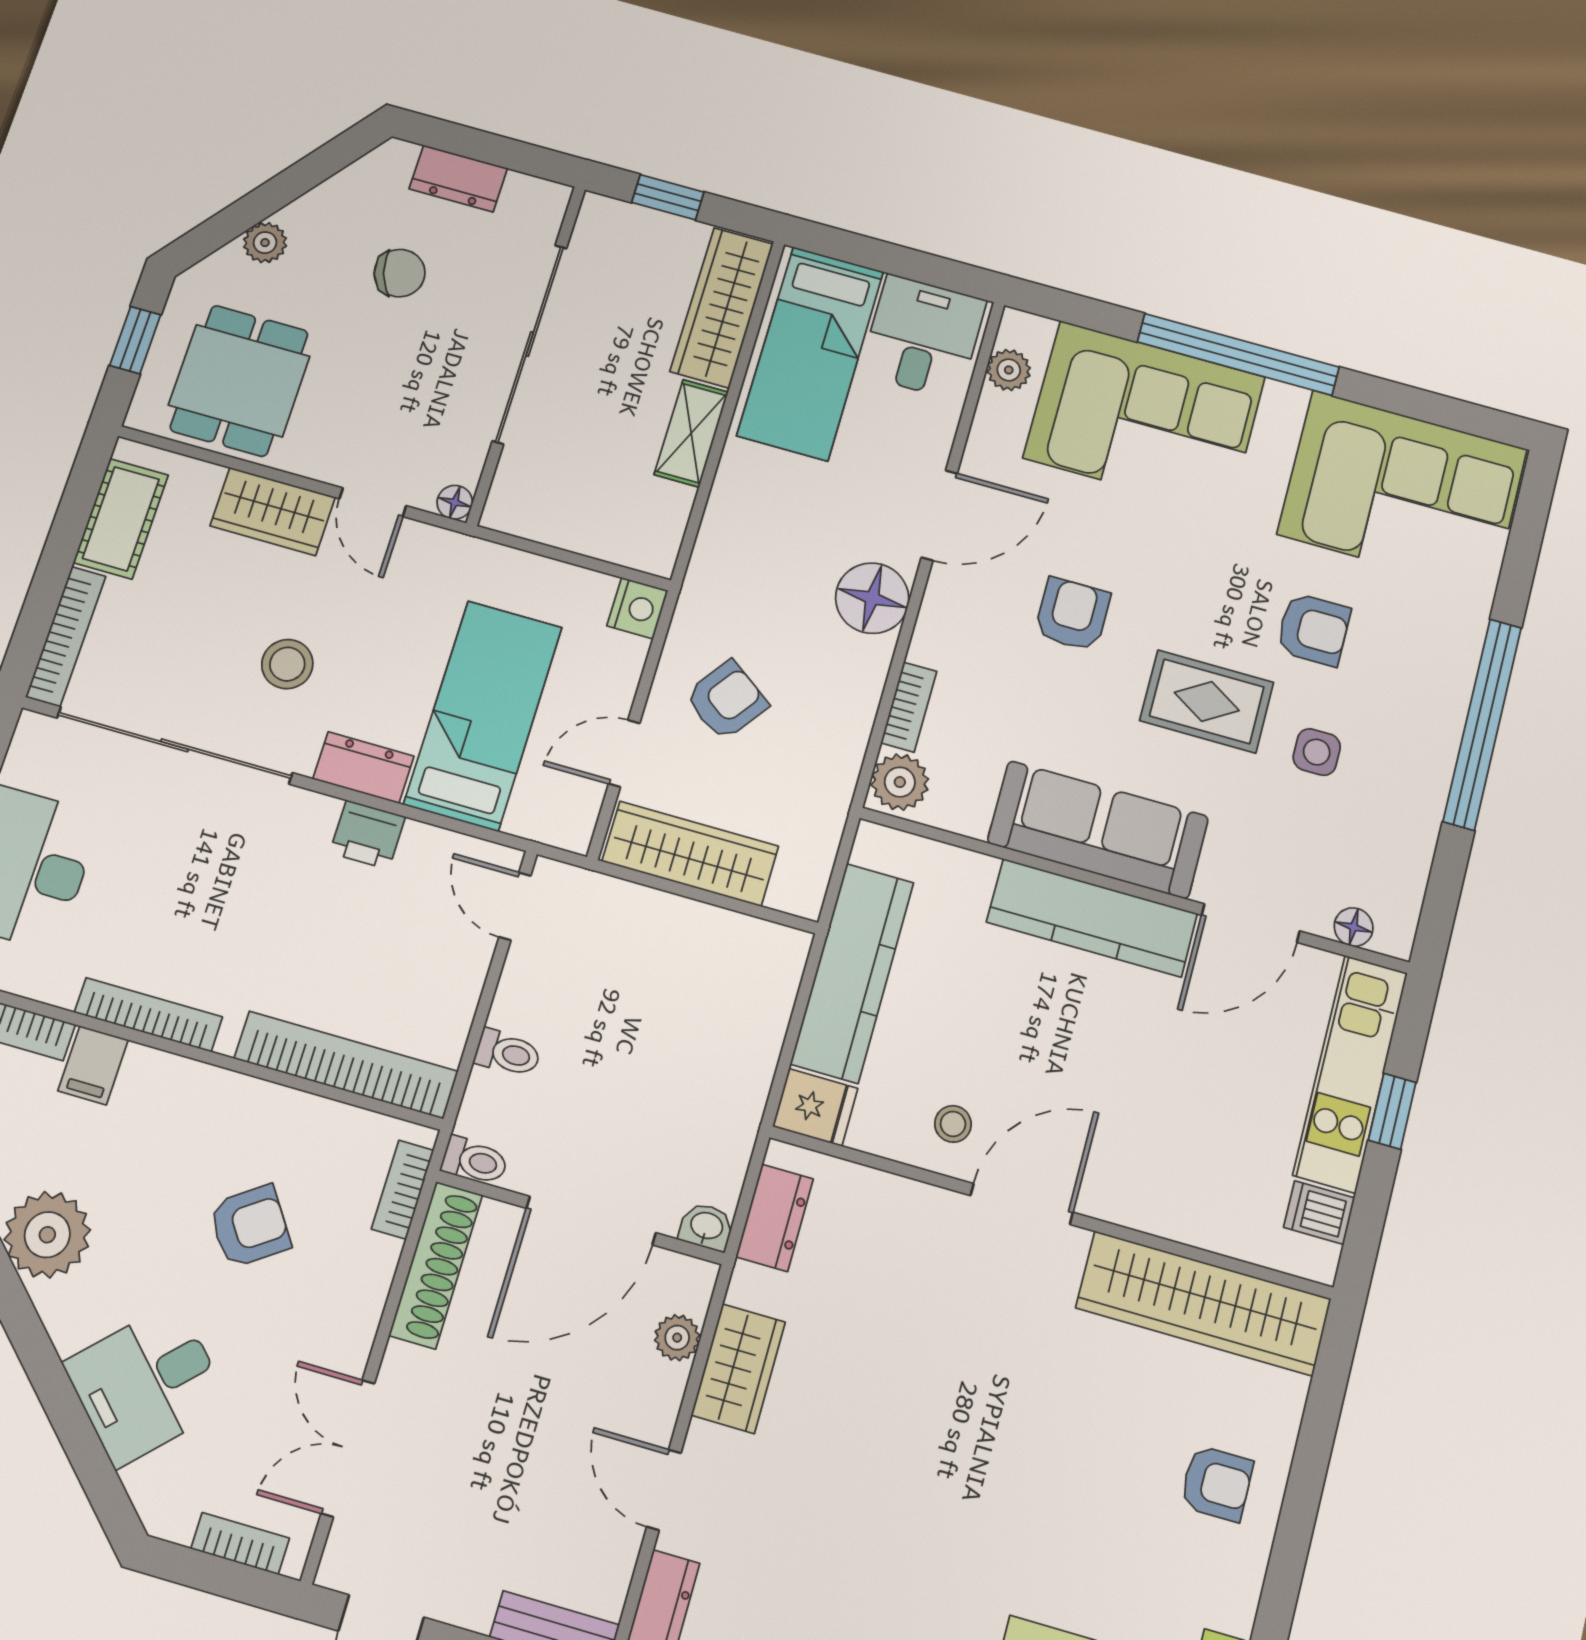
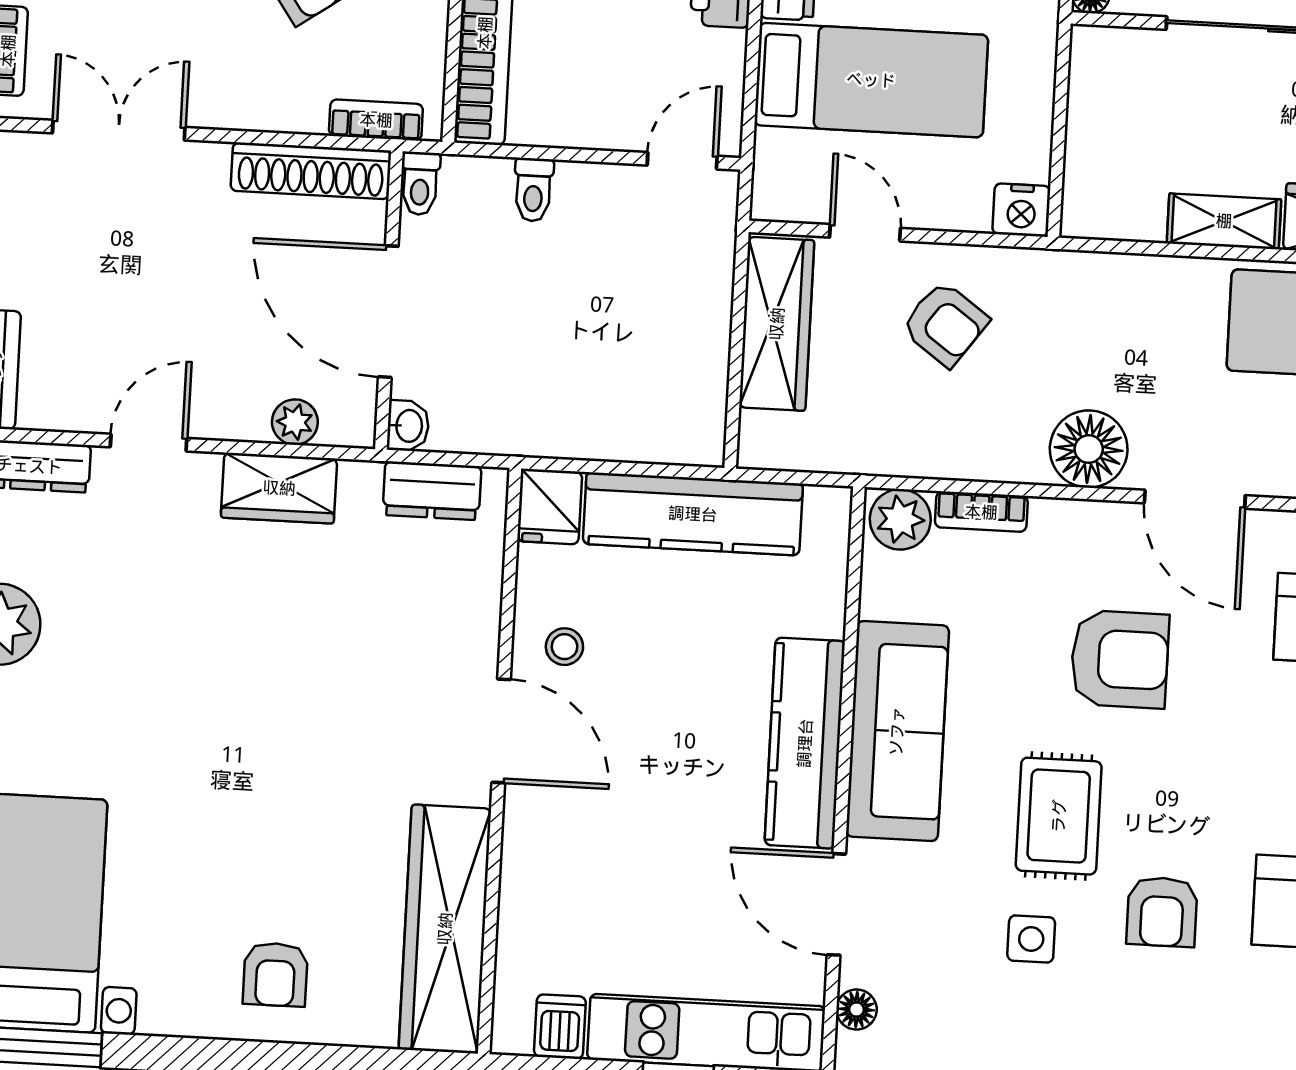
armchair: (1072, 614) -> (1120, 659), width x1.38, depth x1.38

